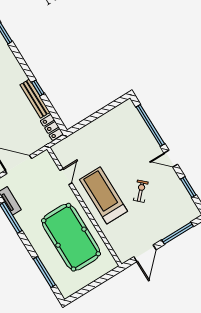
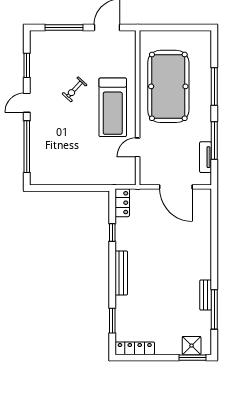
window: (38, 88) -> (112, 233), moved
bench: (35, 99) -> (121, 273), moved
door: (171, 159) -> (27, 103), swing flipped
window: (44, 272) -> (214, 87), moved

